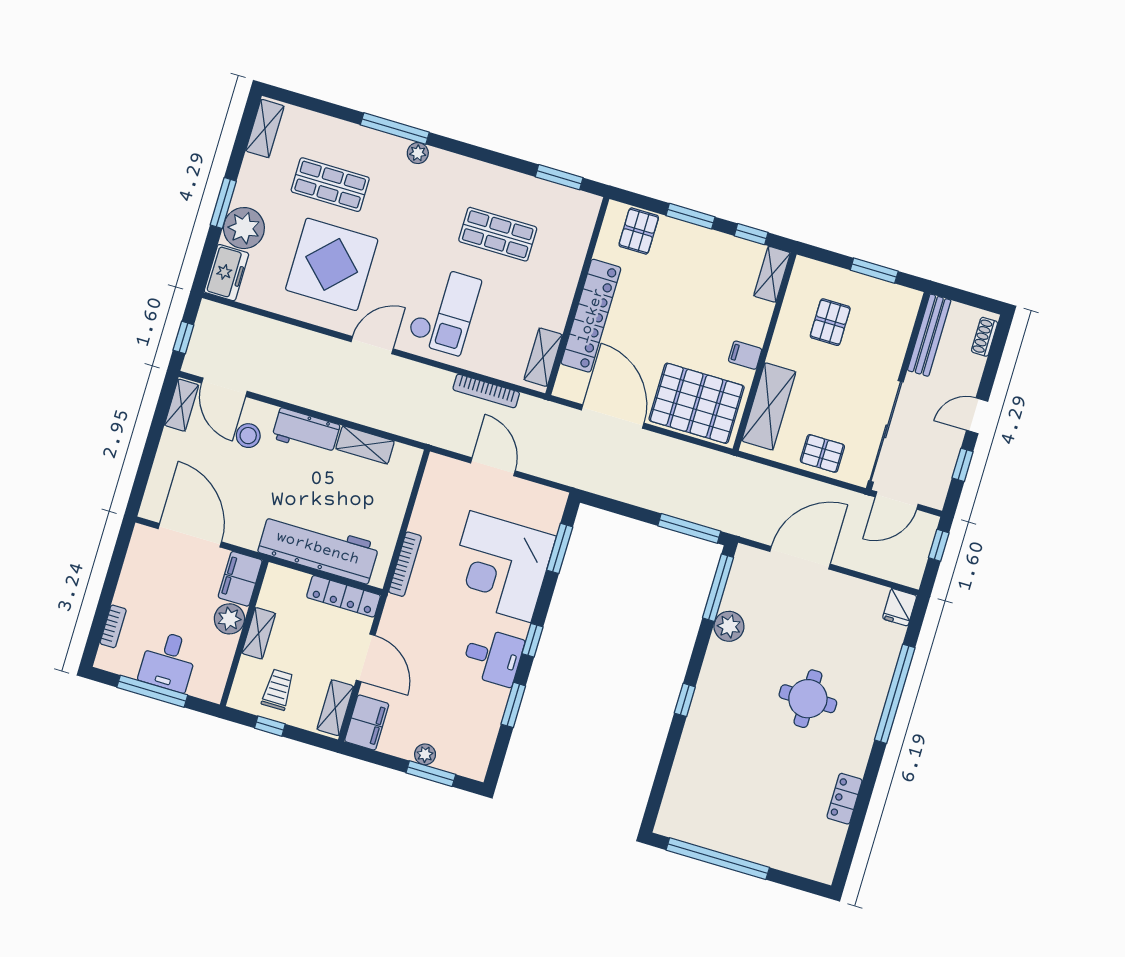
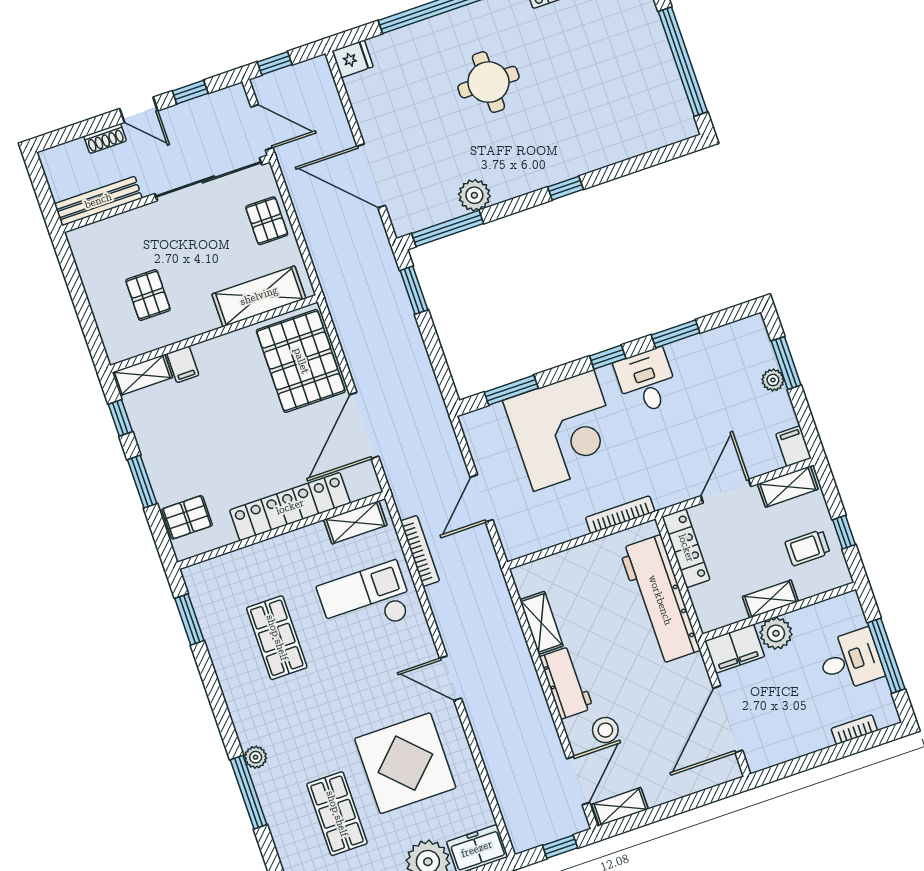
window: (874, 271) -> (76, 289), removed
checkout: (444, 310) -> (366, 601), moved
pallet: (830, 322) -> (148, 295), turned 90
shoe rack: (985, 337) -> (105, 138), moved
filing cabinet: (745, 355) -> (183, 364), moved
window: (689, 528) -> (414, 290), width x0.69
filing cabinet: (367, 722) -> (794, 446), width x0.50

